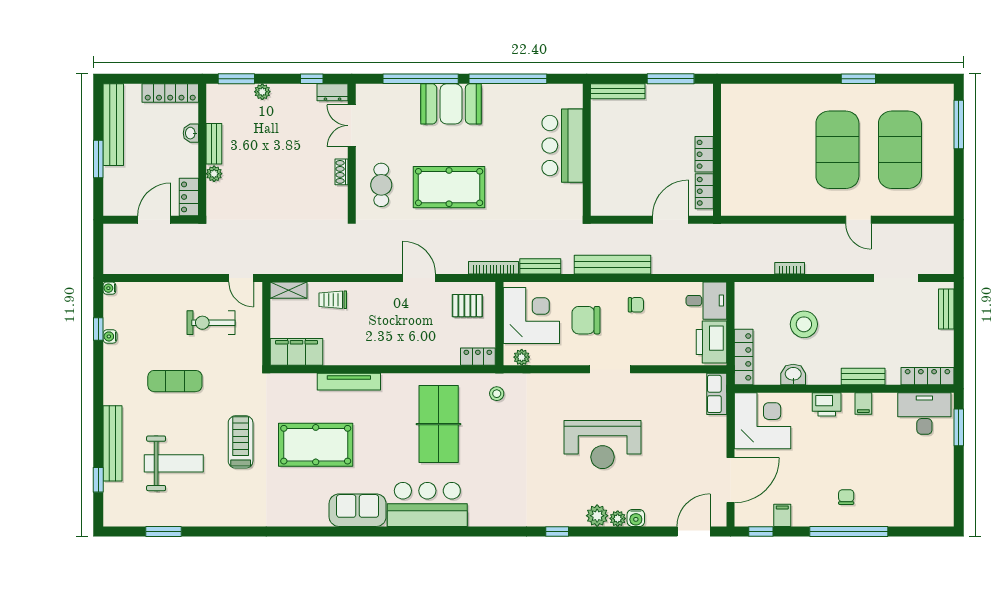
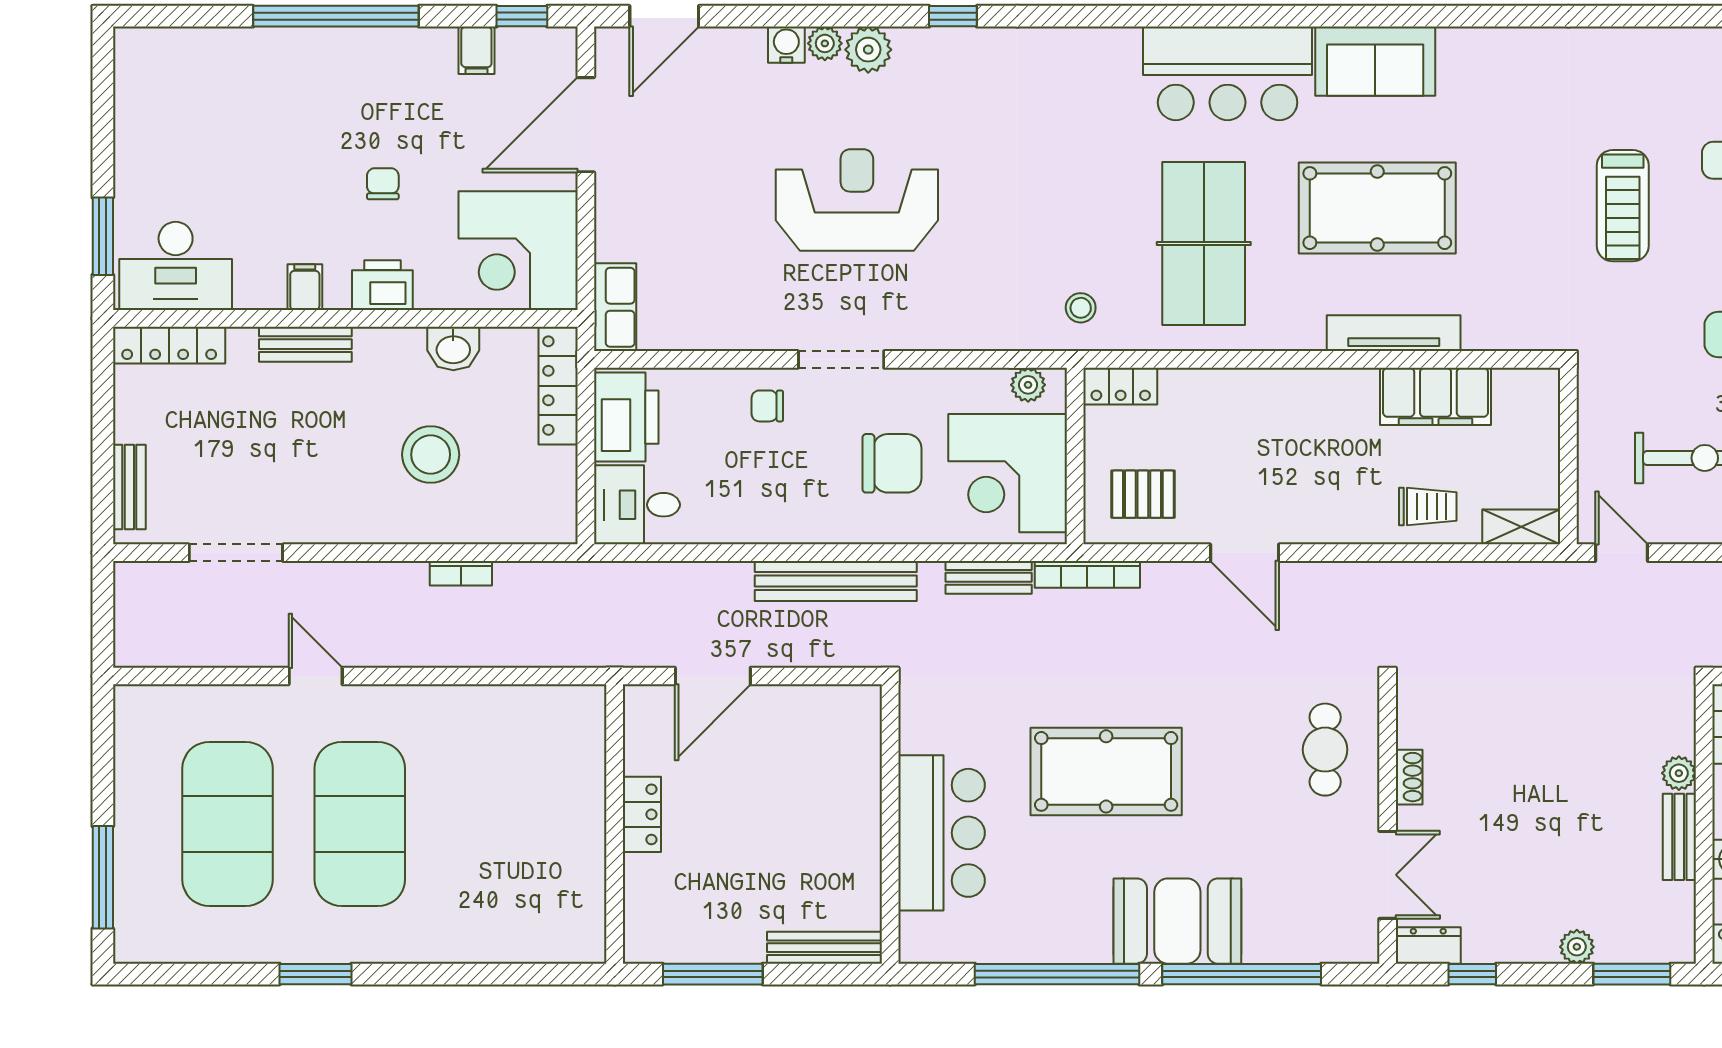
pool table: (449, 187) -> (1106, 771), moved
locker: (704, 191) -> (642, 736), removed
chair: (636, 305) -> (767, 406), moved
filing cabinet: (297, 352) -> (1436, 396), moved
pool table: (316, 445) -> (1377, 208), moved
chair: (846, 497) -> (383, 184), moved, turned 180

